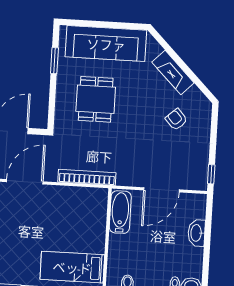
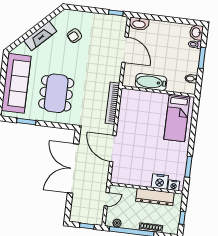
dining table: (96, 99) -> (56, 93), width x1.38
bathtub: (120, 212) -> (151, 82), moved
washbasin: (197, 233) -> (139, 24), moved

